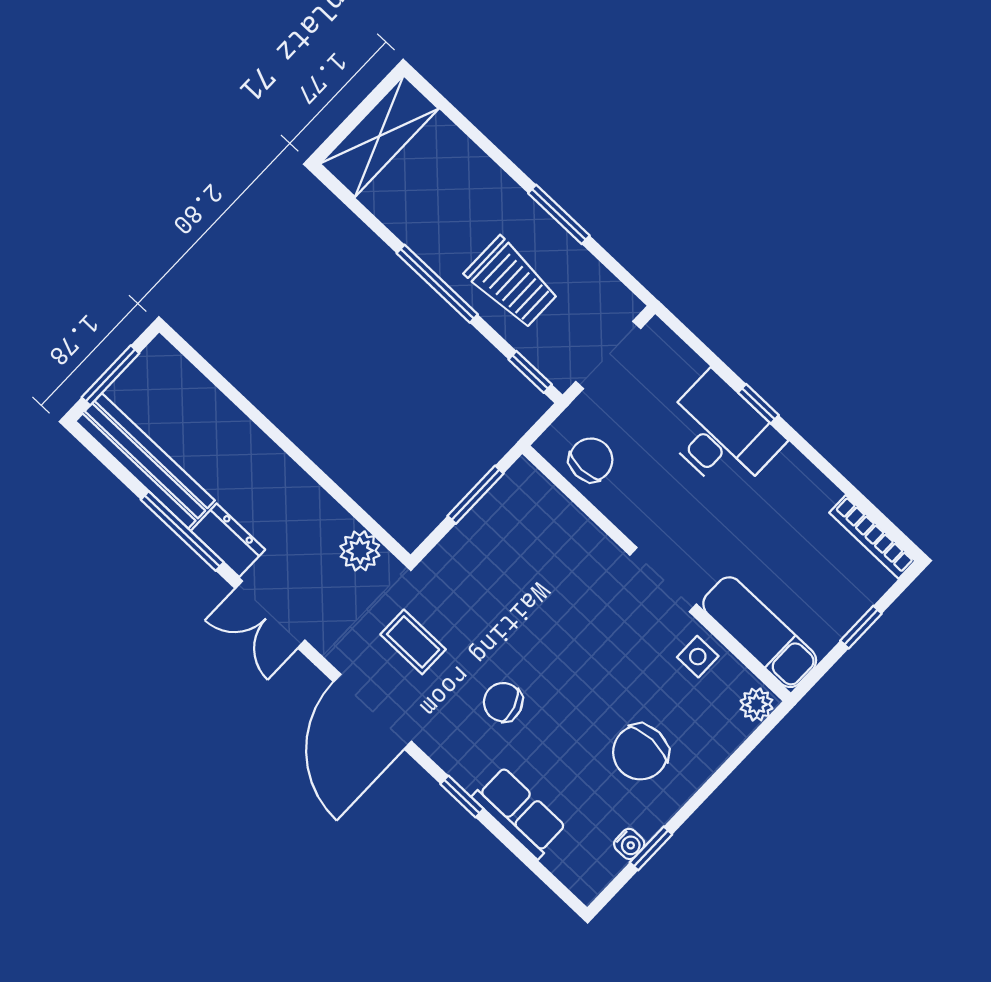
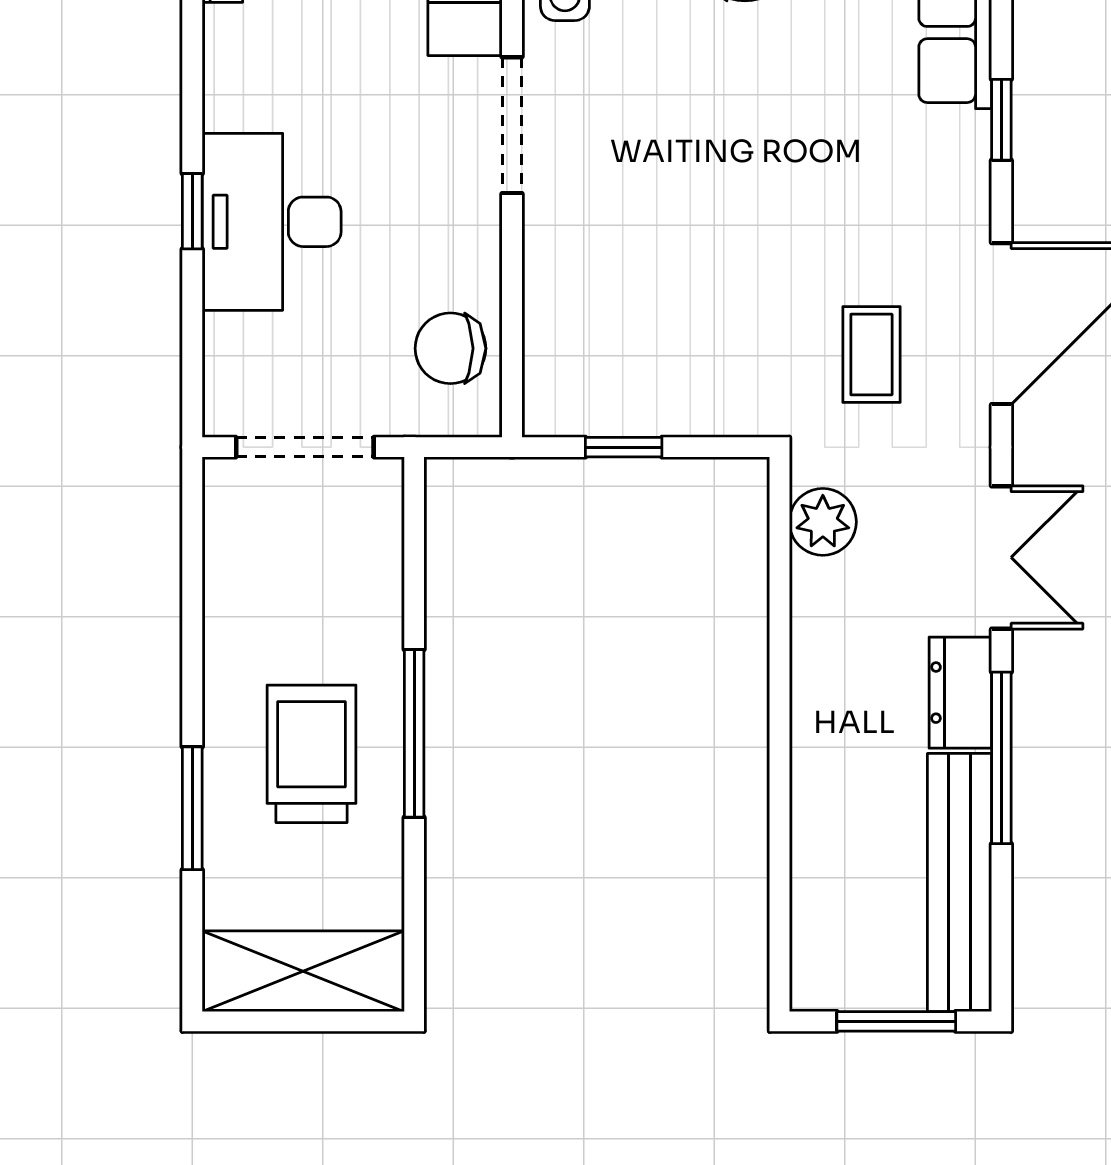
window: (559, 214) -> (192, 808), moved
trolley: (512, 283) -> (312, 754), moved
window: (530, 372) -> (414, 521), removed
window: (476, 495) -> (624, 447), width x0.67
chair: (503, 702) -> (841, 178), removed

